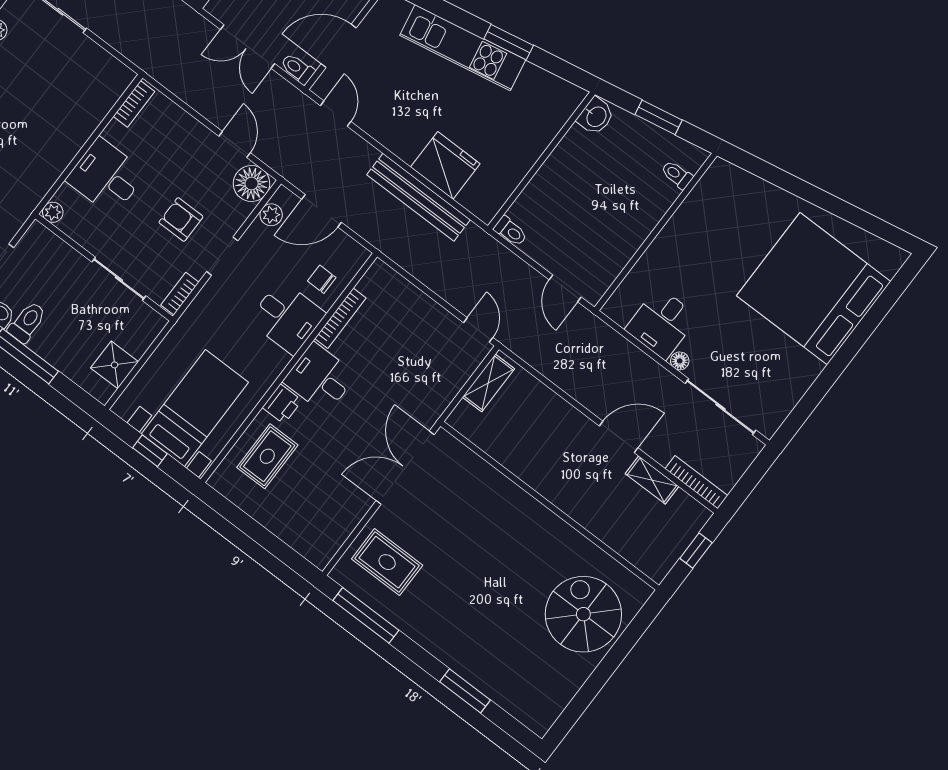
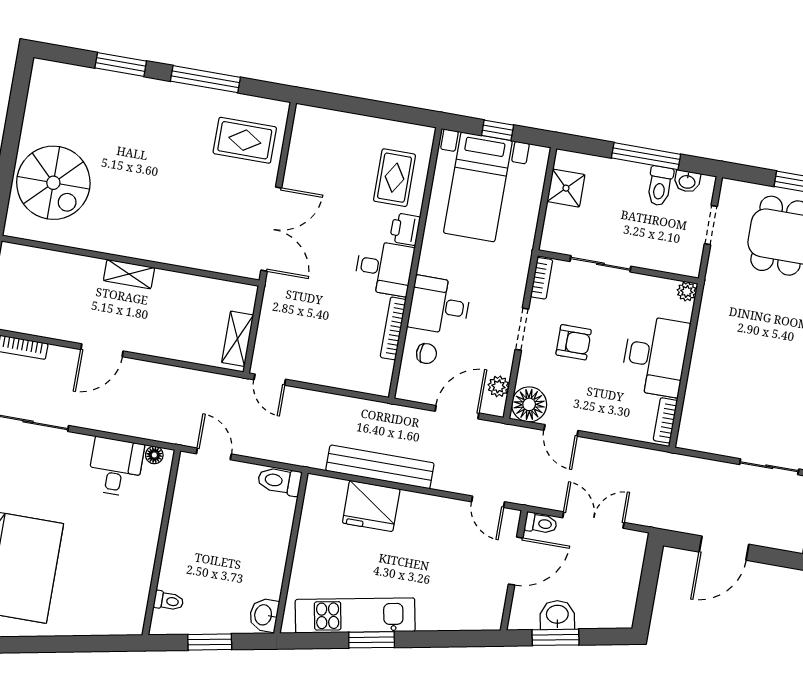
kitchen unit: (463, 48) -> (355, 615), moved
desk: (106, 177) -> (655, 356), width x1.37
toilet: (511, 231) -> (280, 481), width x1.37, depth x1.39
floor lamp: (680, 361) -> (154, 455), moved
shelving: (652, 480) -> (129, 274), moved
window: (366, 615) -> (205, 79), moved

